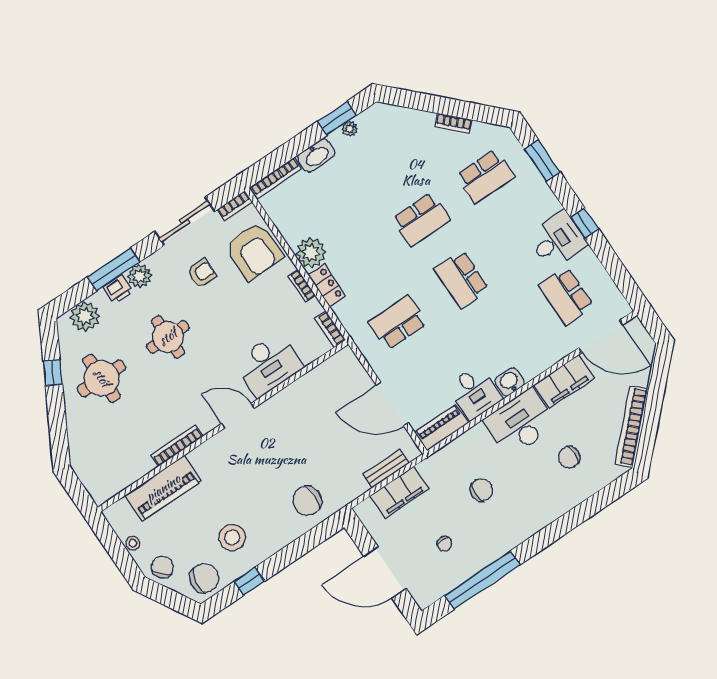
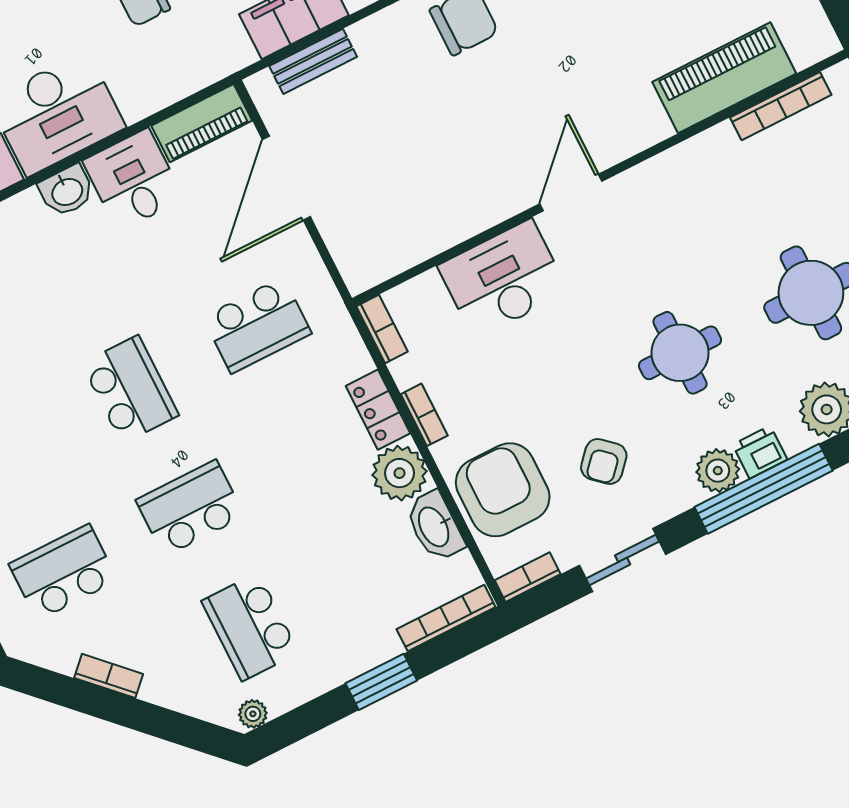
window: (337, 118) -> (381, 682), moved
plant: (350, 129) -> (253, 714), moved
washbasin: (316, 155) -> (435, 526), moved, turned -90
school desk: (381, 160) -> (250, 627), added
sliding door: (185, 221) -> (623, 560), width x0.73
window: (114, 269) -> (764, 489), width x1.46
armchair: (202, 273) -> (604, 461), turned -48
door: (392, 404) -> (286, 178), swing flipped
door: (238, 416) -> (571, 193), swing flipped
bookcase: (177, 446) -> (781, 106), moved

